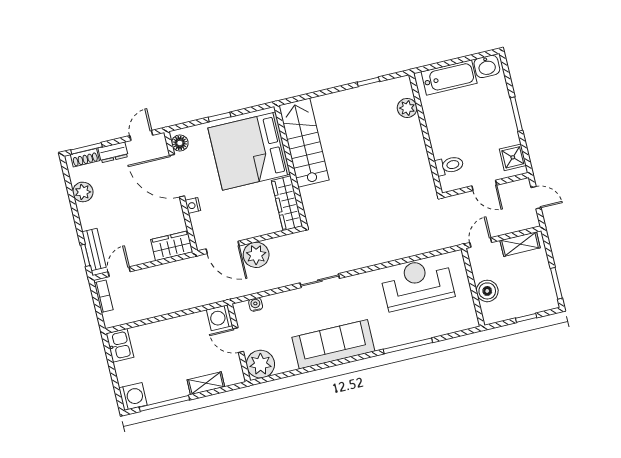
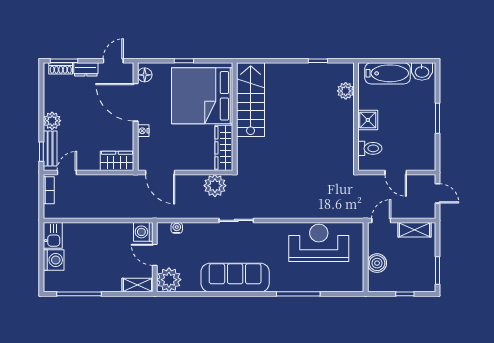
shower: (513, 157) -> (368, 120), moved
plant: (83, 192) -> (52, 121), moved
plant: (256, 255) -> (215, 186), moved
shelving: (206, 383) -> (138, 285), moved
washing machine: (133, 396) -> (54, 260), moved

